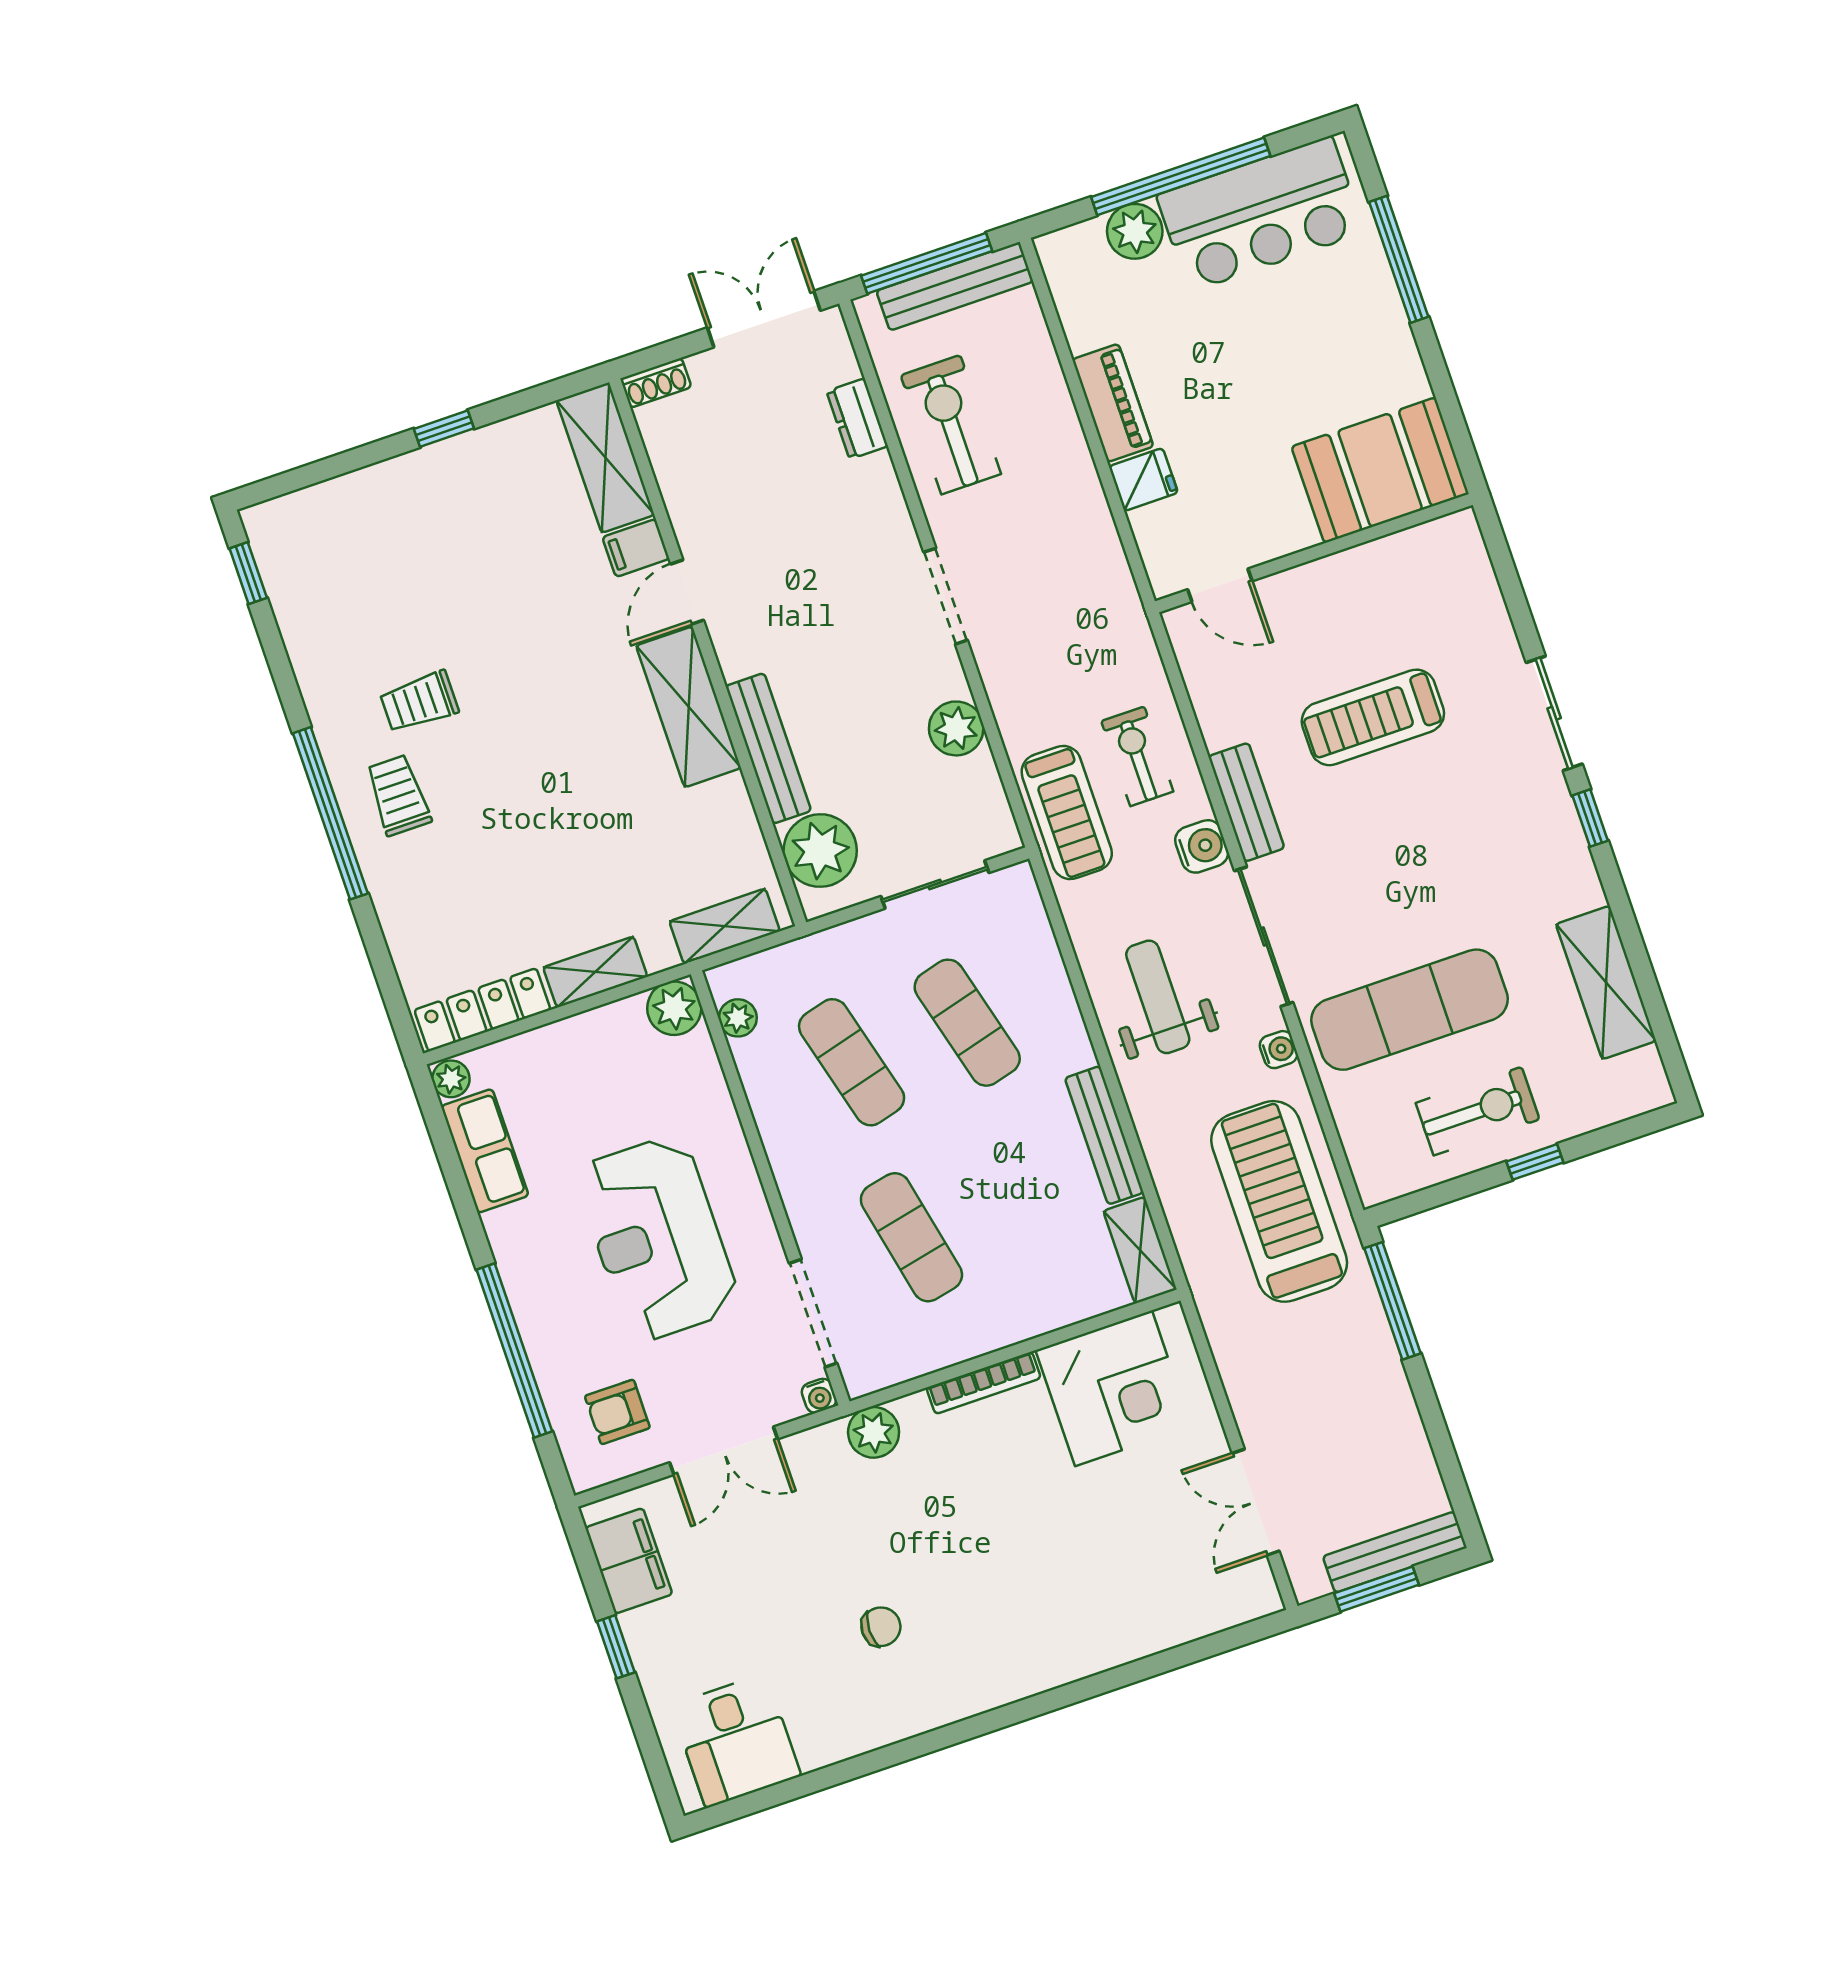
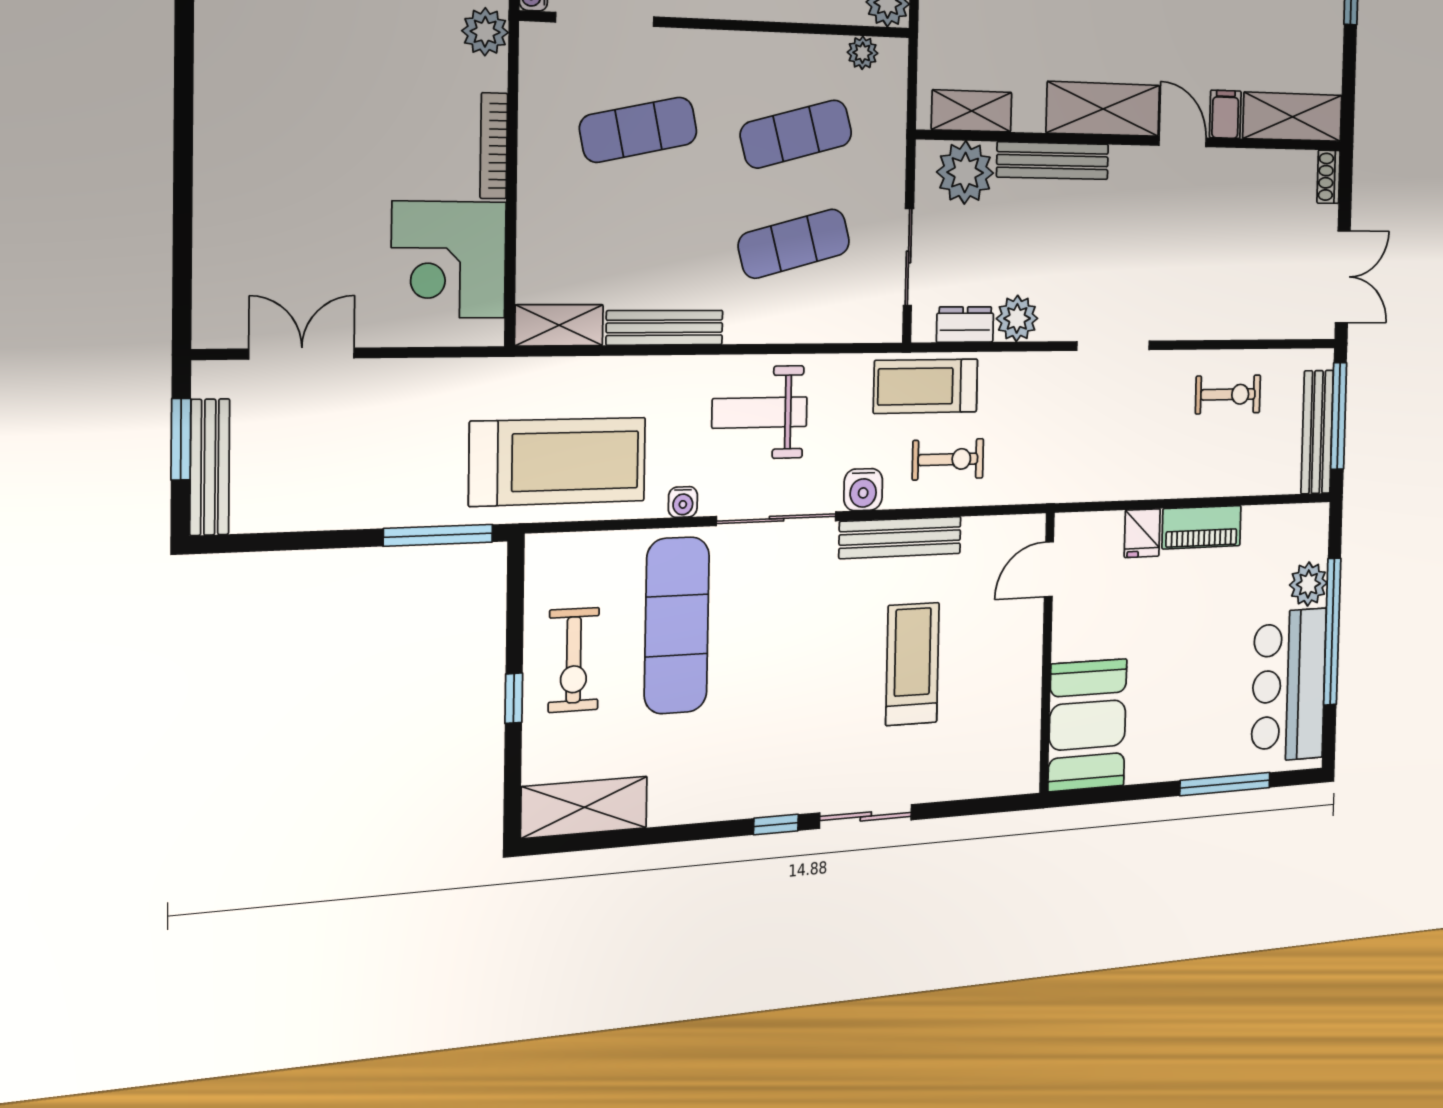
dresser: (857, 419) -> (965, 324), moved
exercise bike: (951, 425) -> (1228, 394), width x0.73, depth x0.72
bench: (1246, 802) -> (900, 537), width x1.36
shelving: (725, 926) -> (972, 111), moved, turned 90
shelving: (1606, 982) -> (584, 807), moved
weight bench: (1158, 997) -> (760, 413), turned 180

